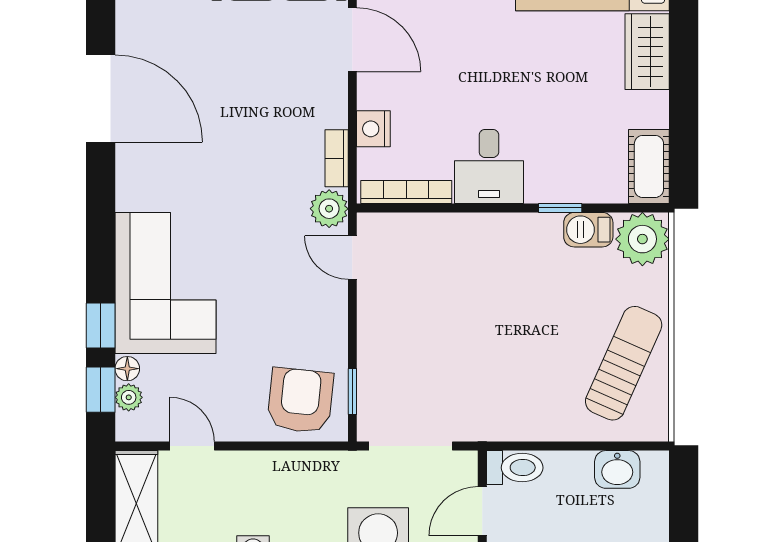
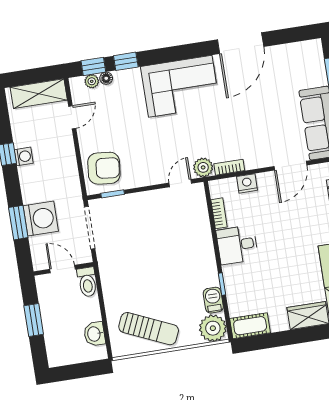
bookcase: (406, 192) -> (219, 213), width x0.64
corner sofa: (165, 283) -> (180, 86), moved

